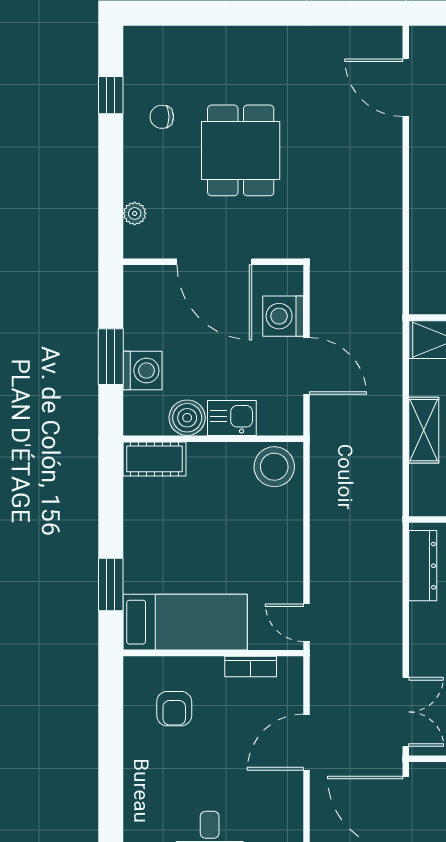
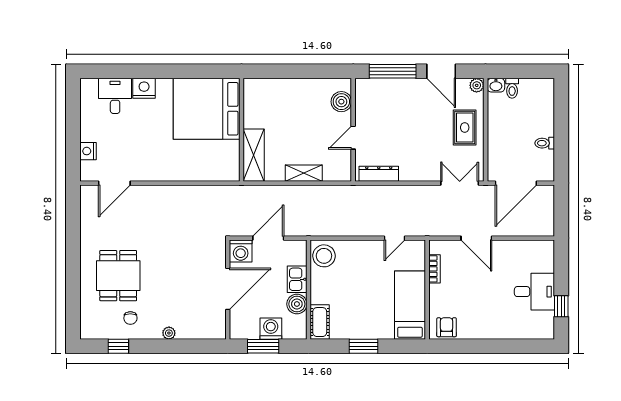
dining table: (241, 150) -> (118, 276), moved, turned 90
plant: (135, 213) -> (169, 333), moved
wall: (213, 262) -> (228, 290), moved
door: (214, 262) -> (228, 289), moved
window: (111, 584) -> (364, 346), moved
door: (306, 623) -> (394, 238), moved
armchair: (174, 709) -> (447, 327), moved, turned -90

